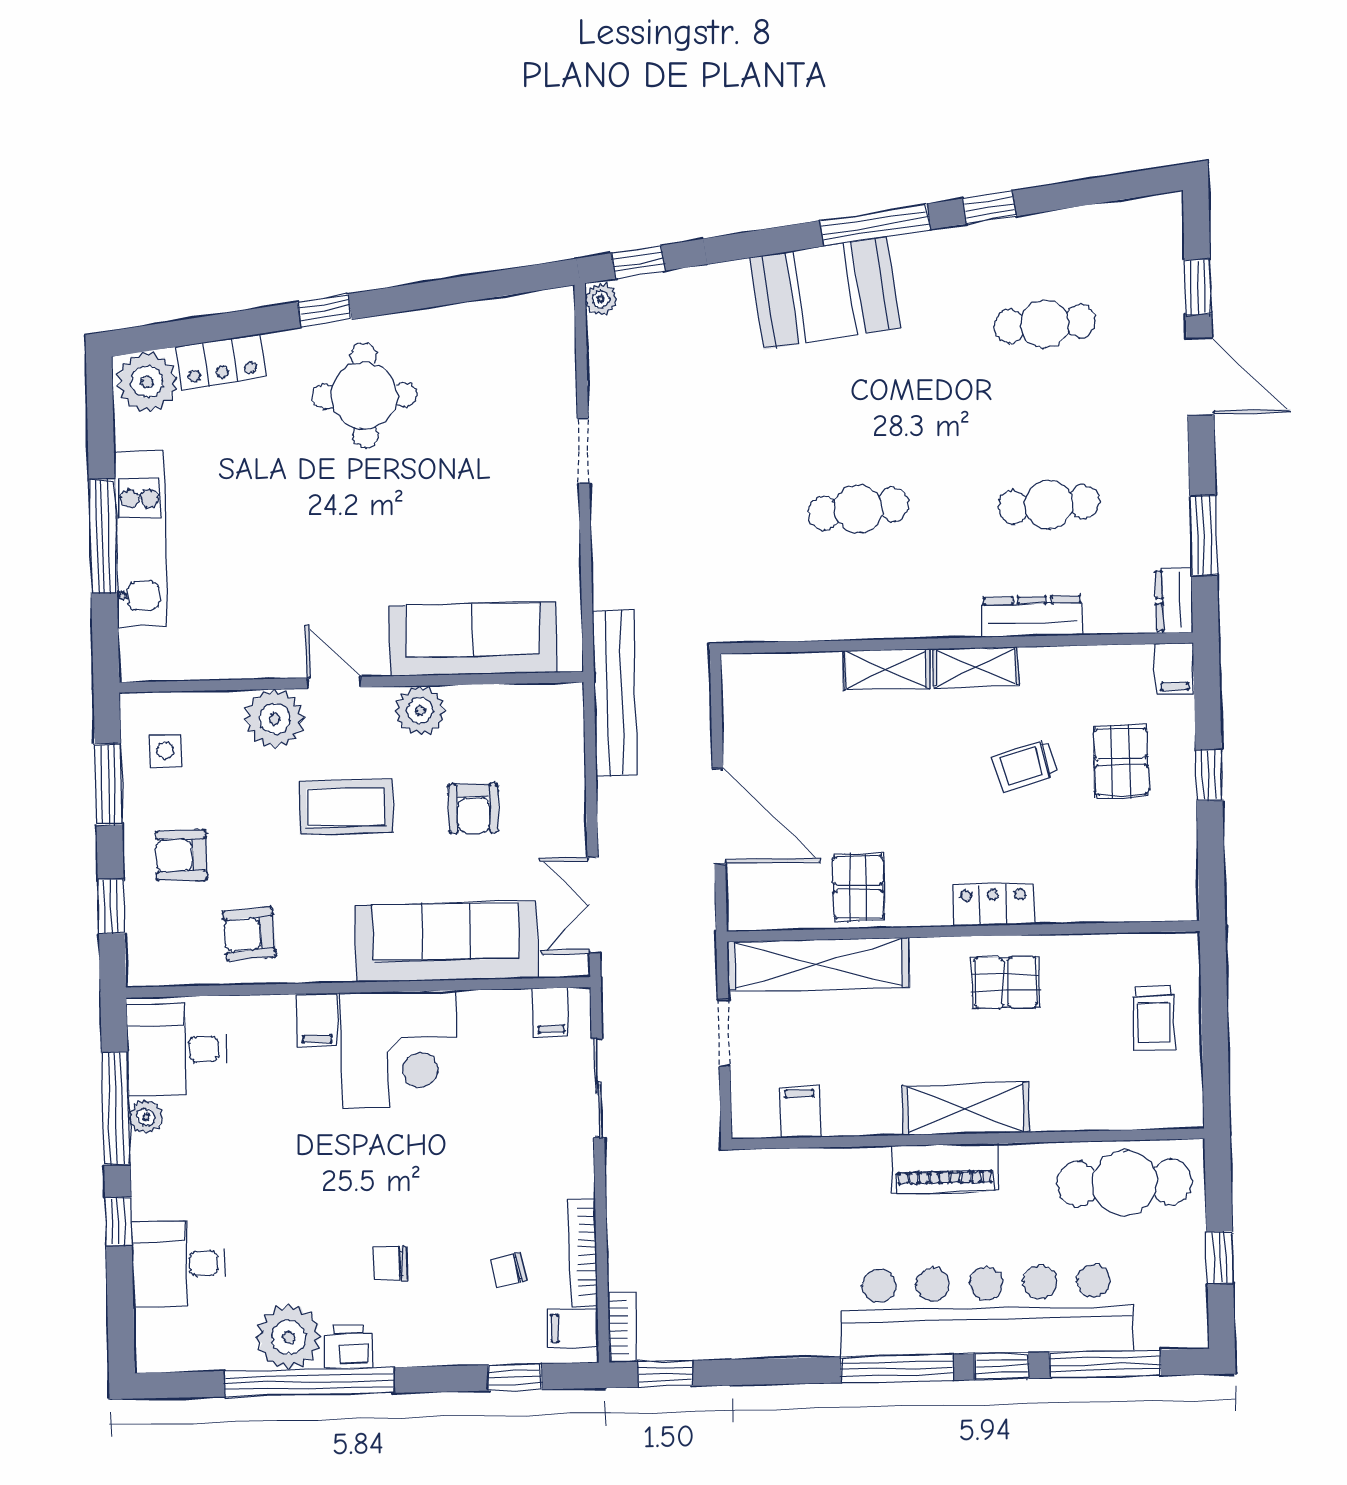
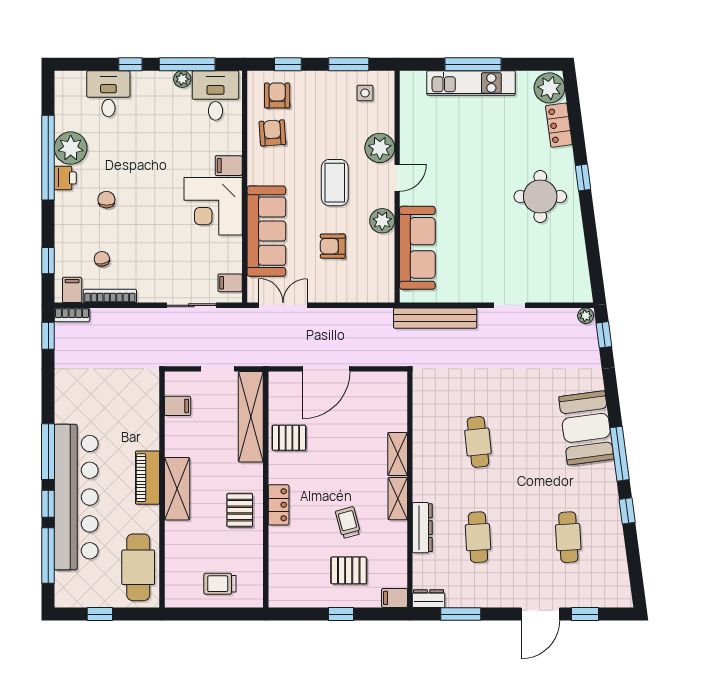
bench: (615, 693) -> (435, 318), moved
armchair: (181, 855) -> (277, 95), moved

